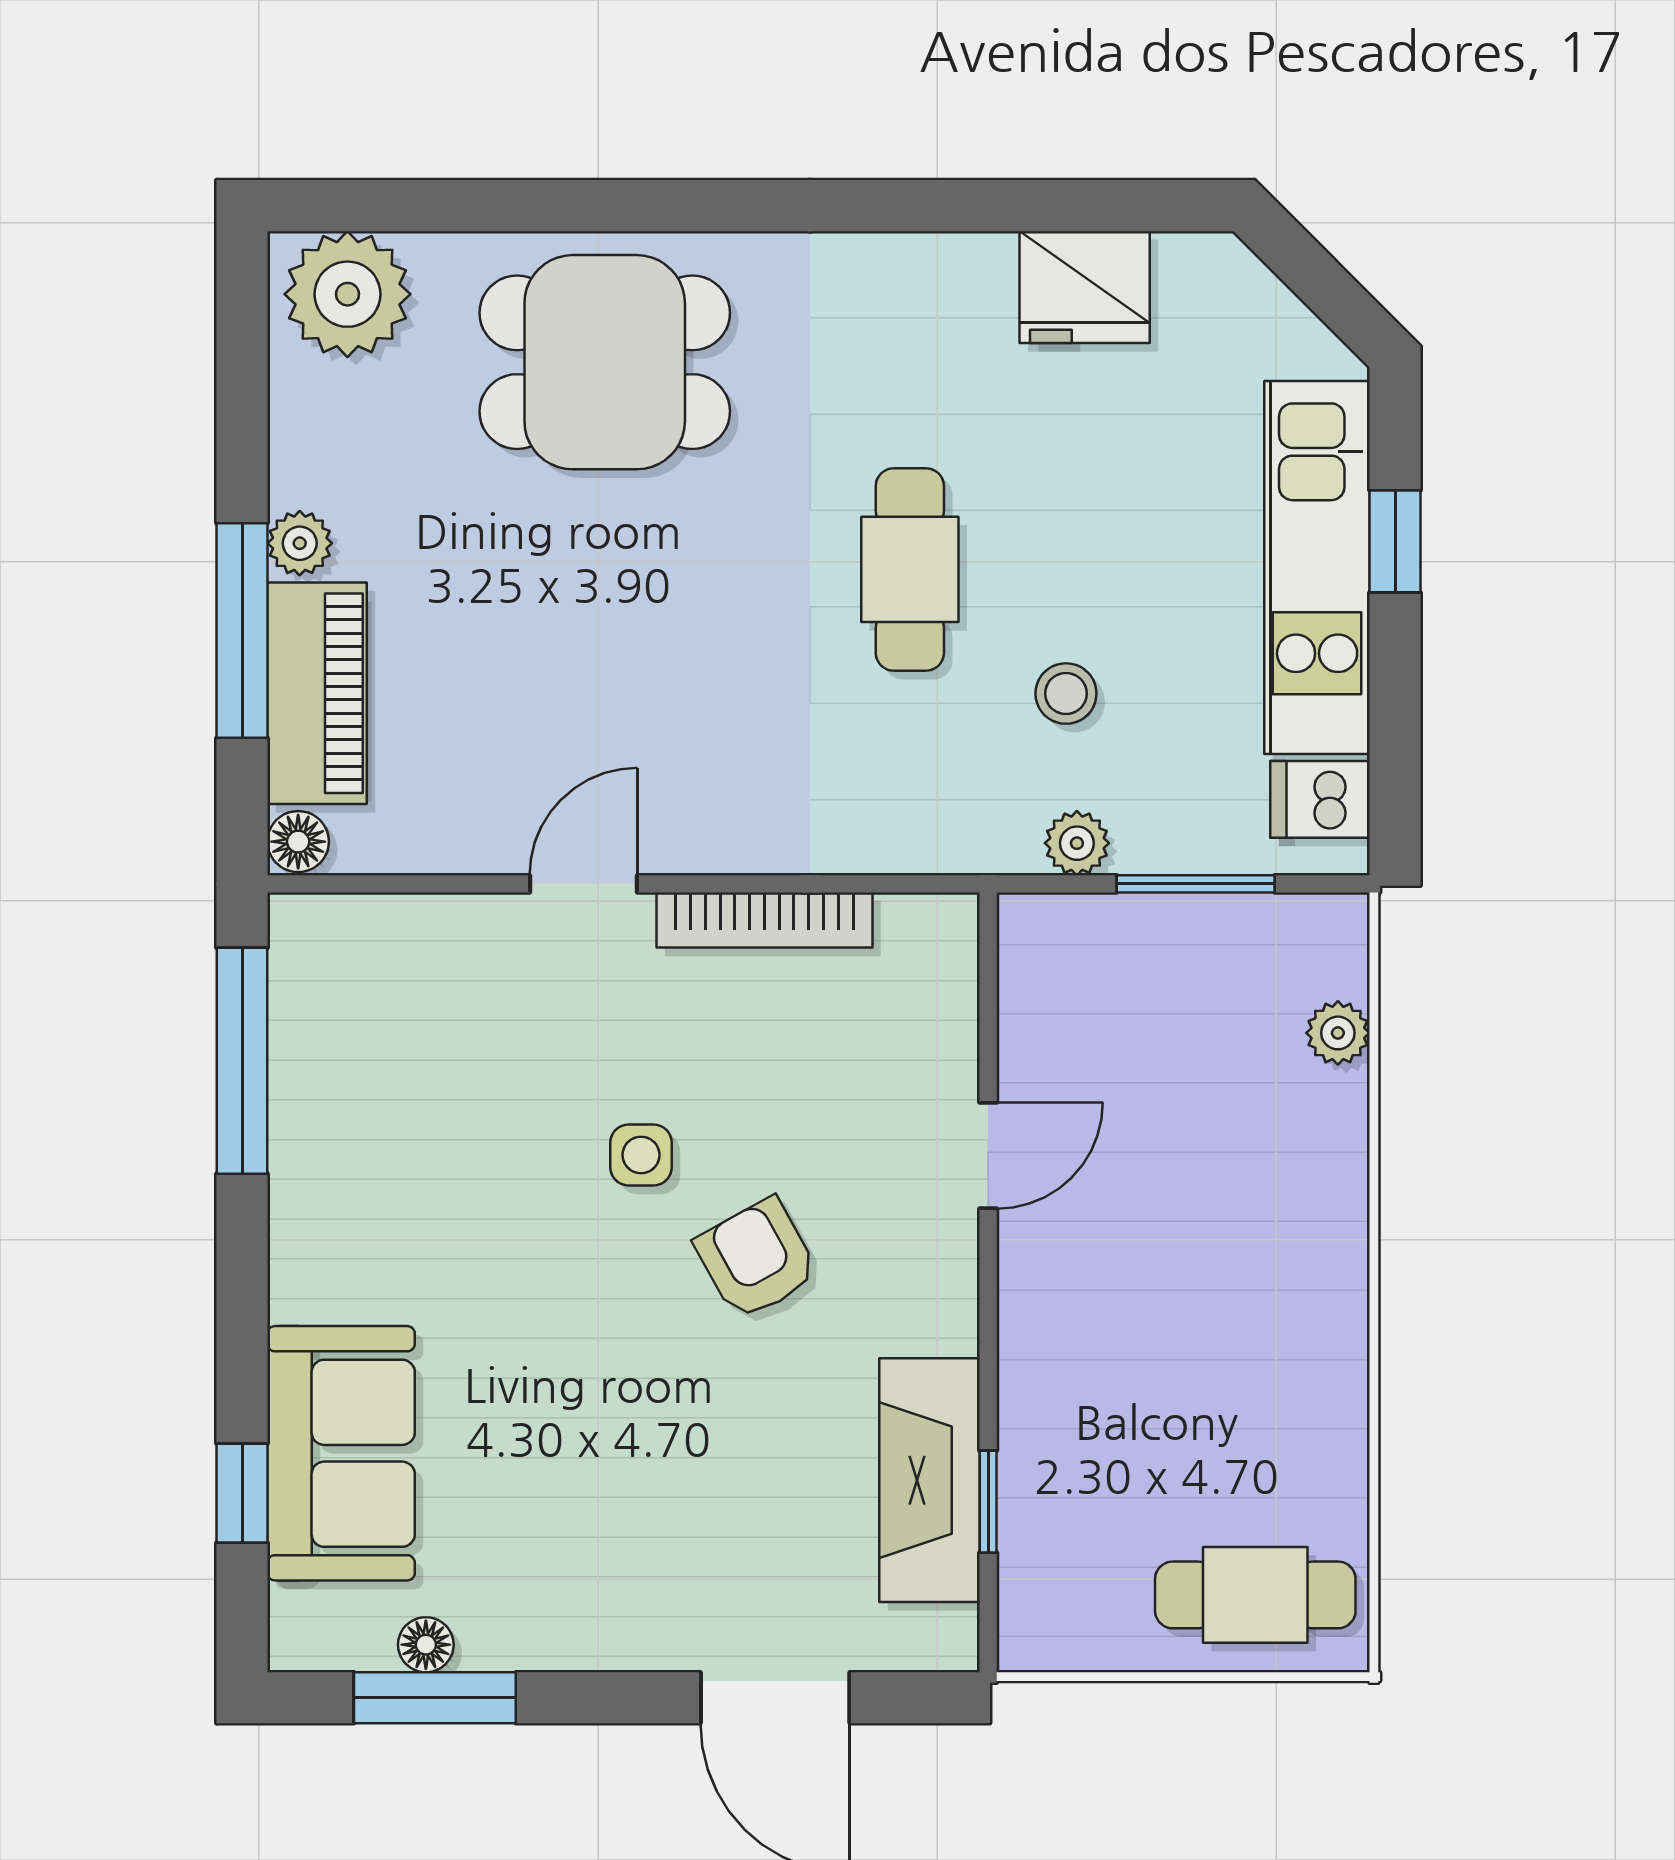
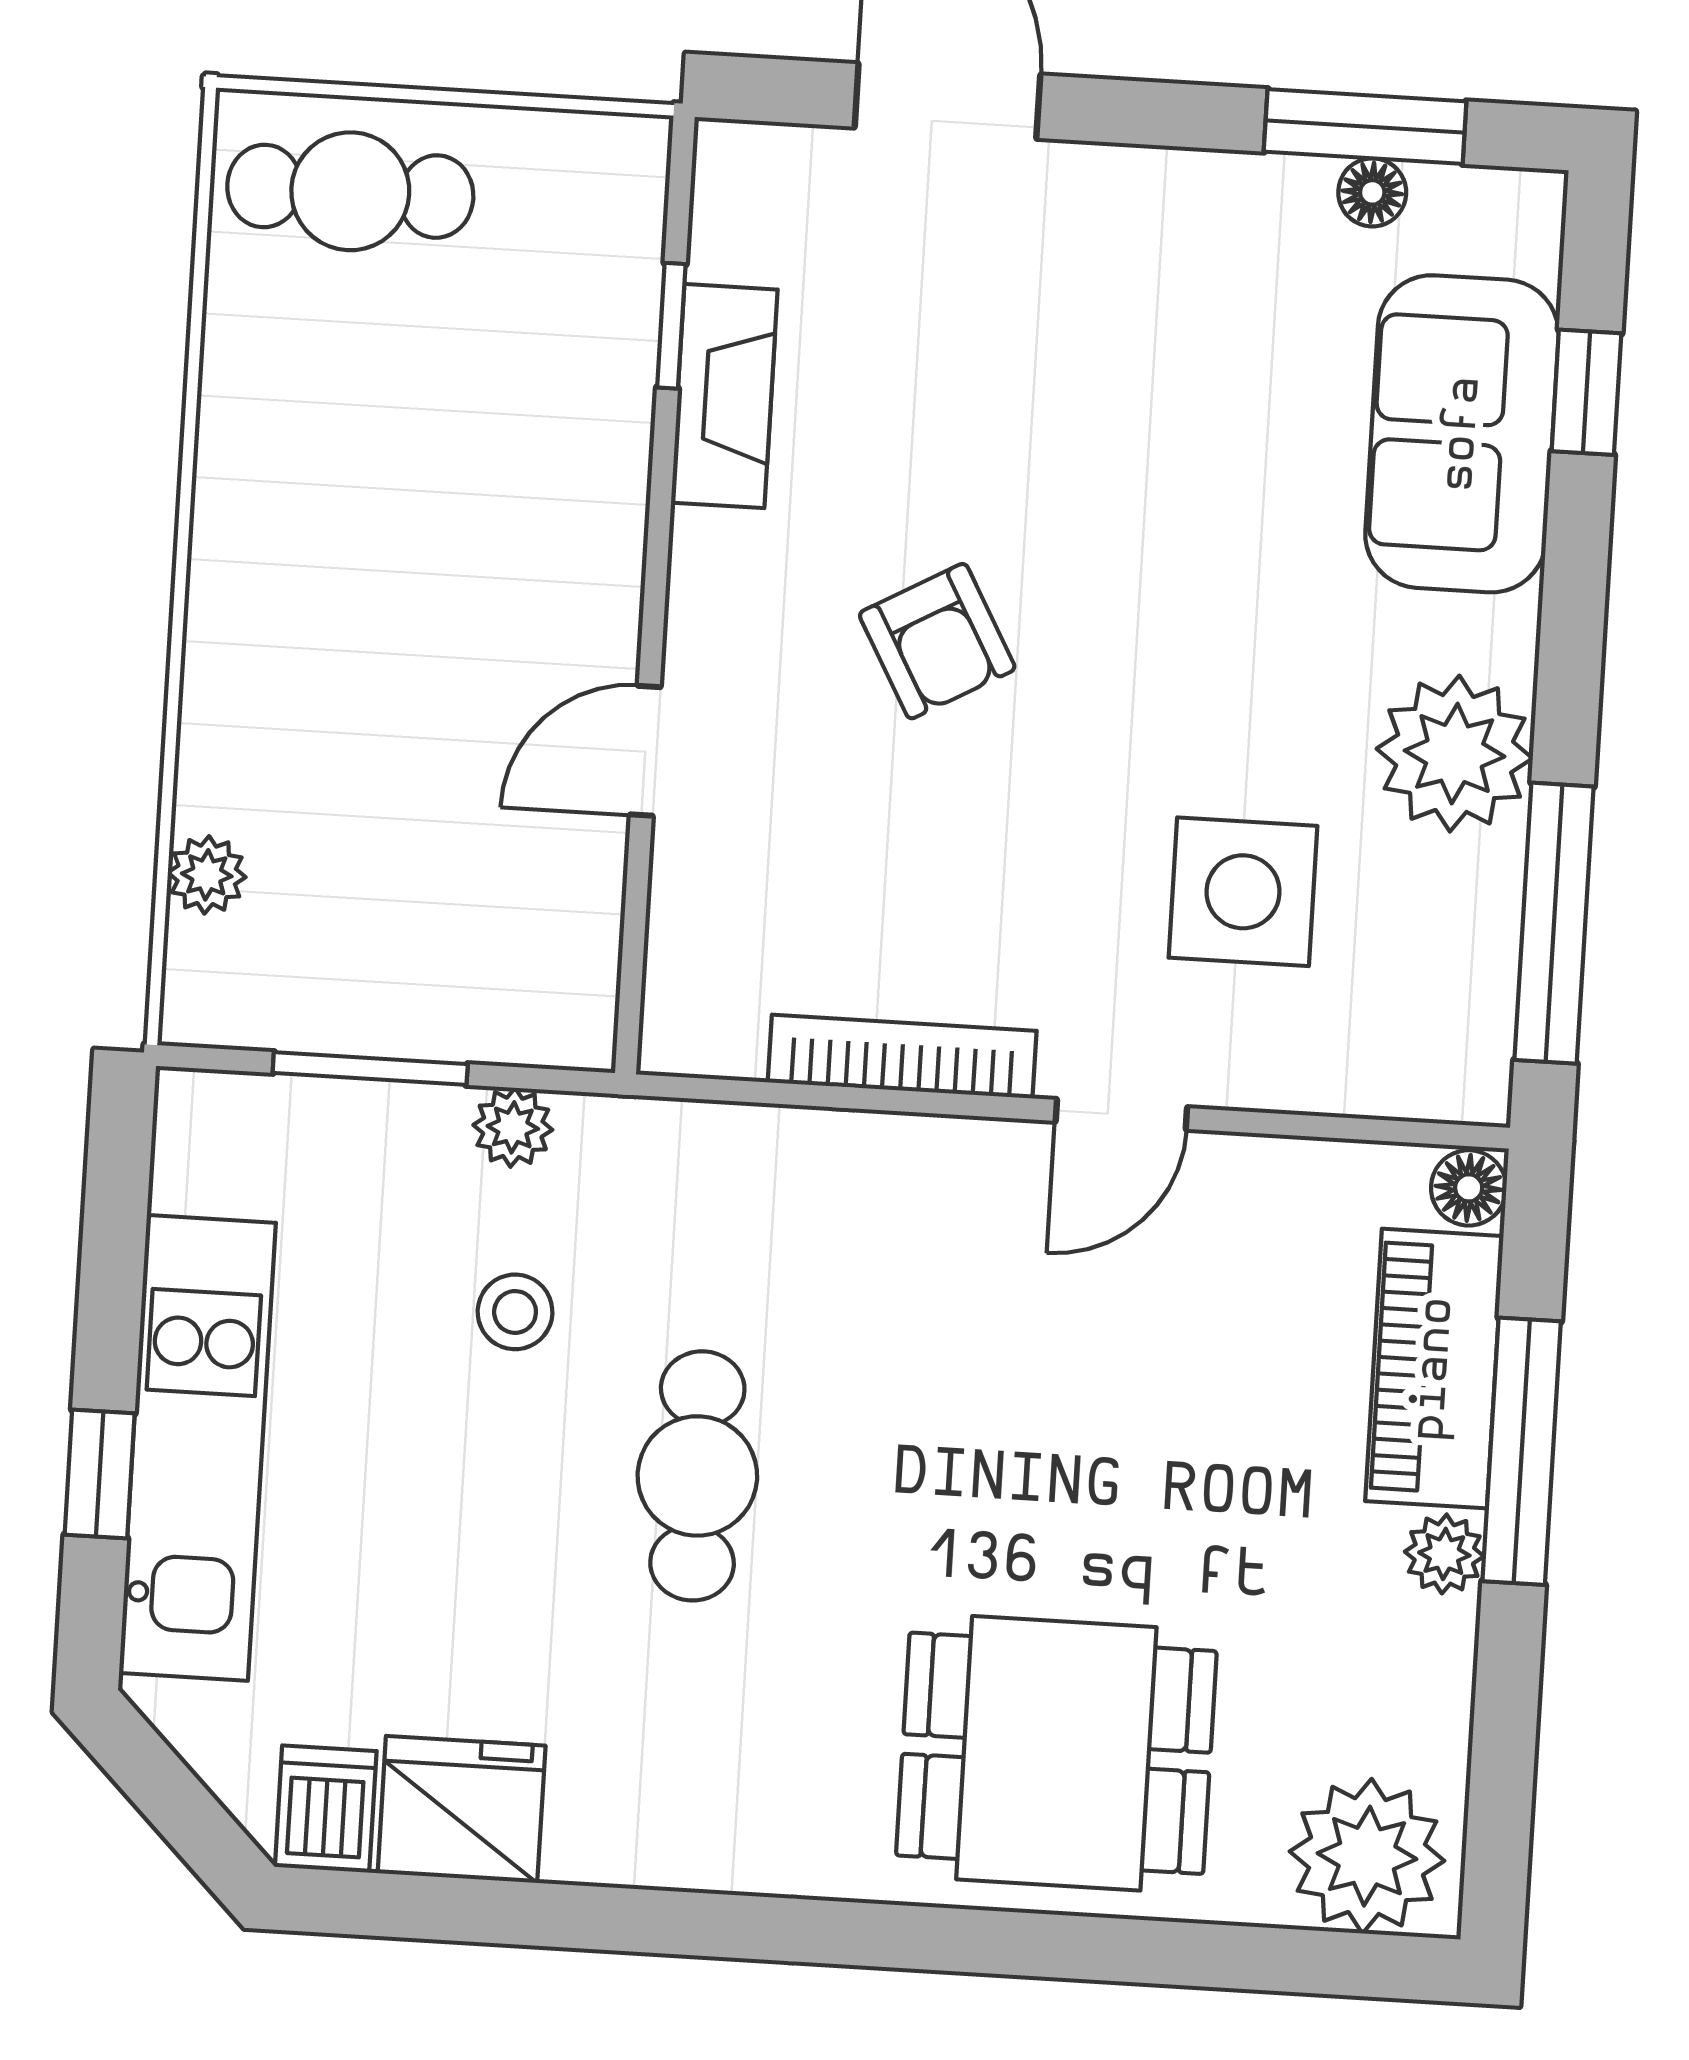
dishwasher: (1320, 799) -> (326, 1809), moved, turned -90
side table: (641, 1155) -> (1243, 892), moved, width x1.87, depth x1.87
plant: (331, 1193) -> (1455, 754), added
fireplace: (929, 1480) -> (724, 396), width x0.73, depth x0.76

